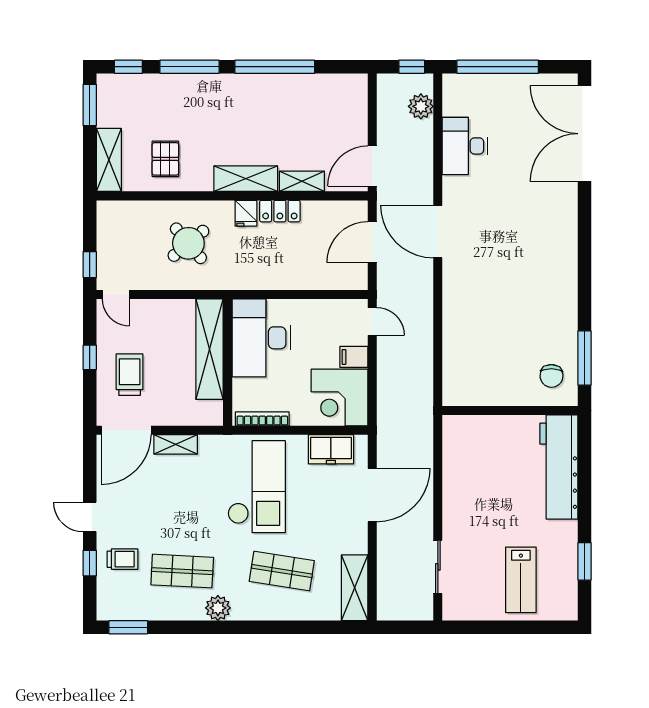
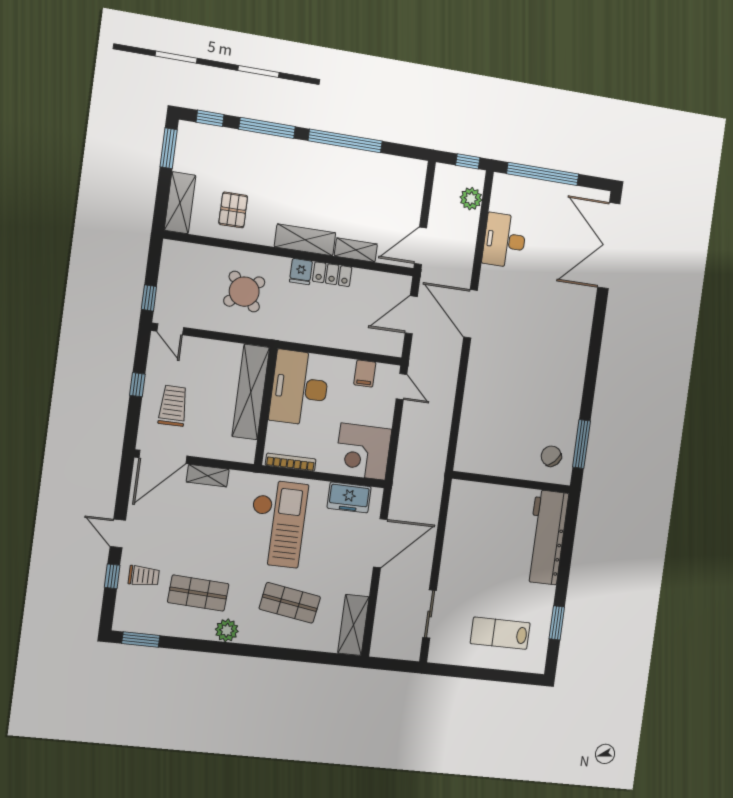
filing cabinet: (354, 357) -> (365, 373), moved, turned -90
chair: (552, 376) -> (551, 456), turned 134
lab bench: (521, 580) -> (500, 633), turned 90

